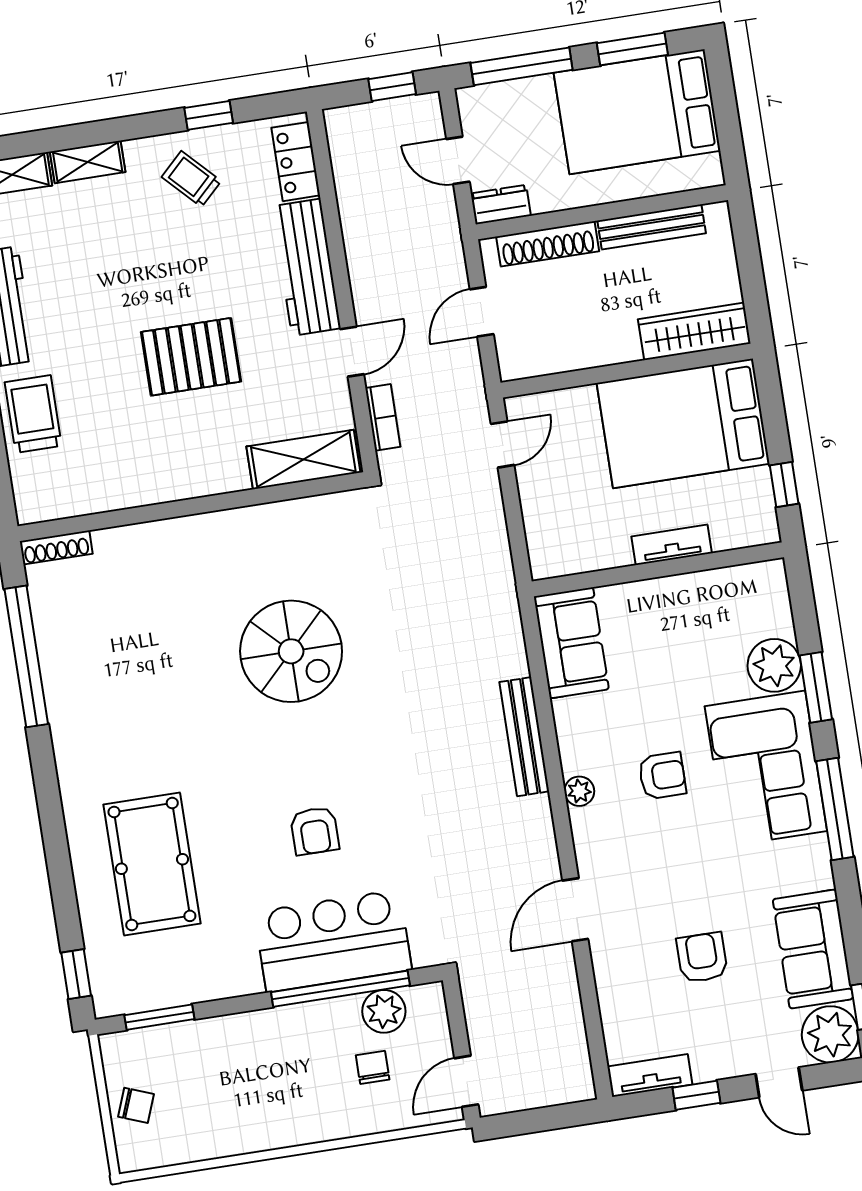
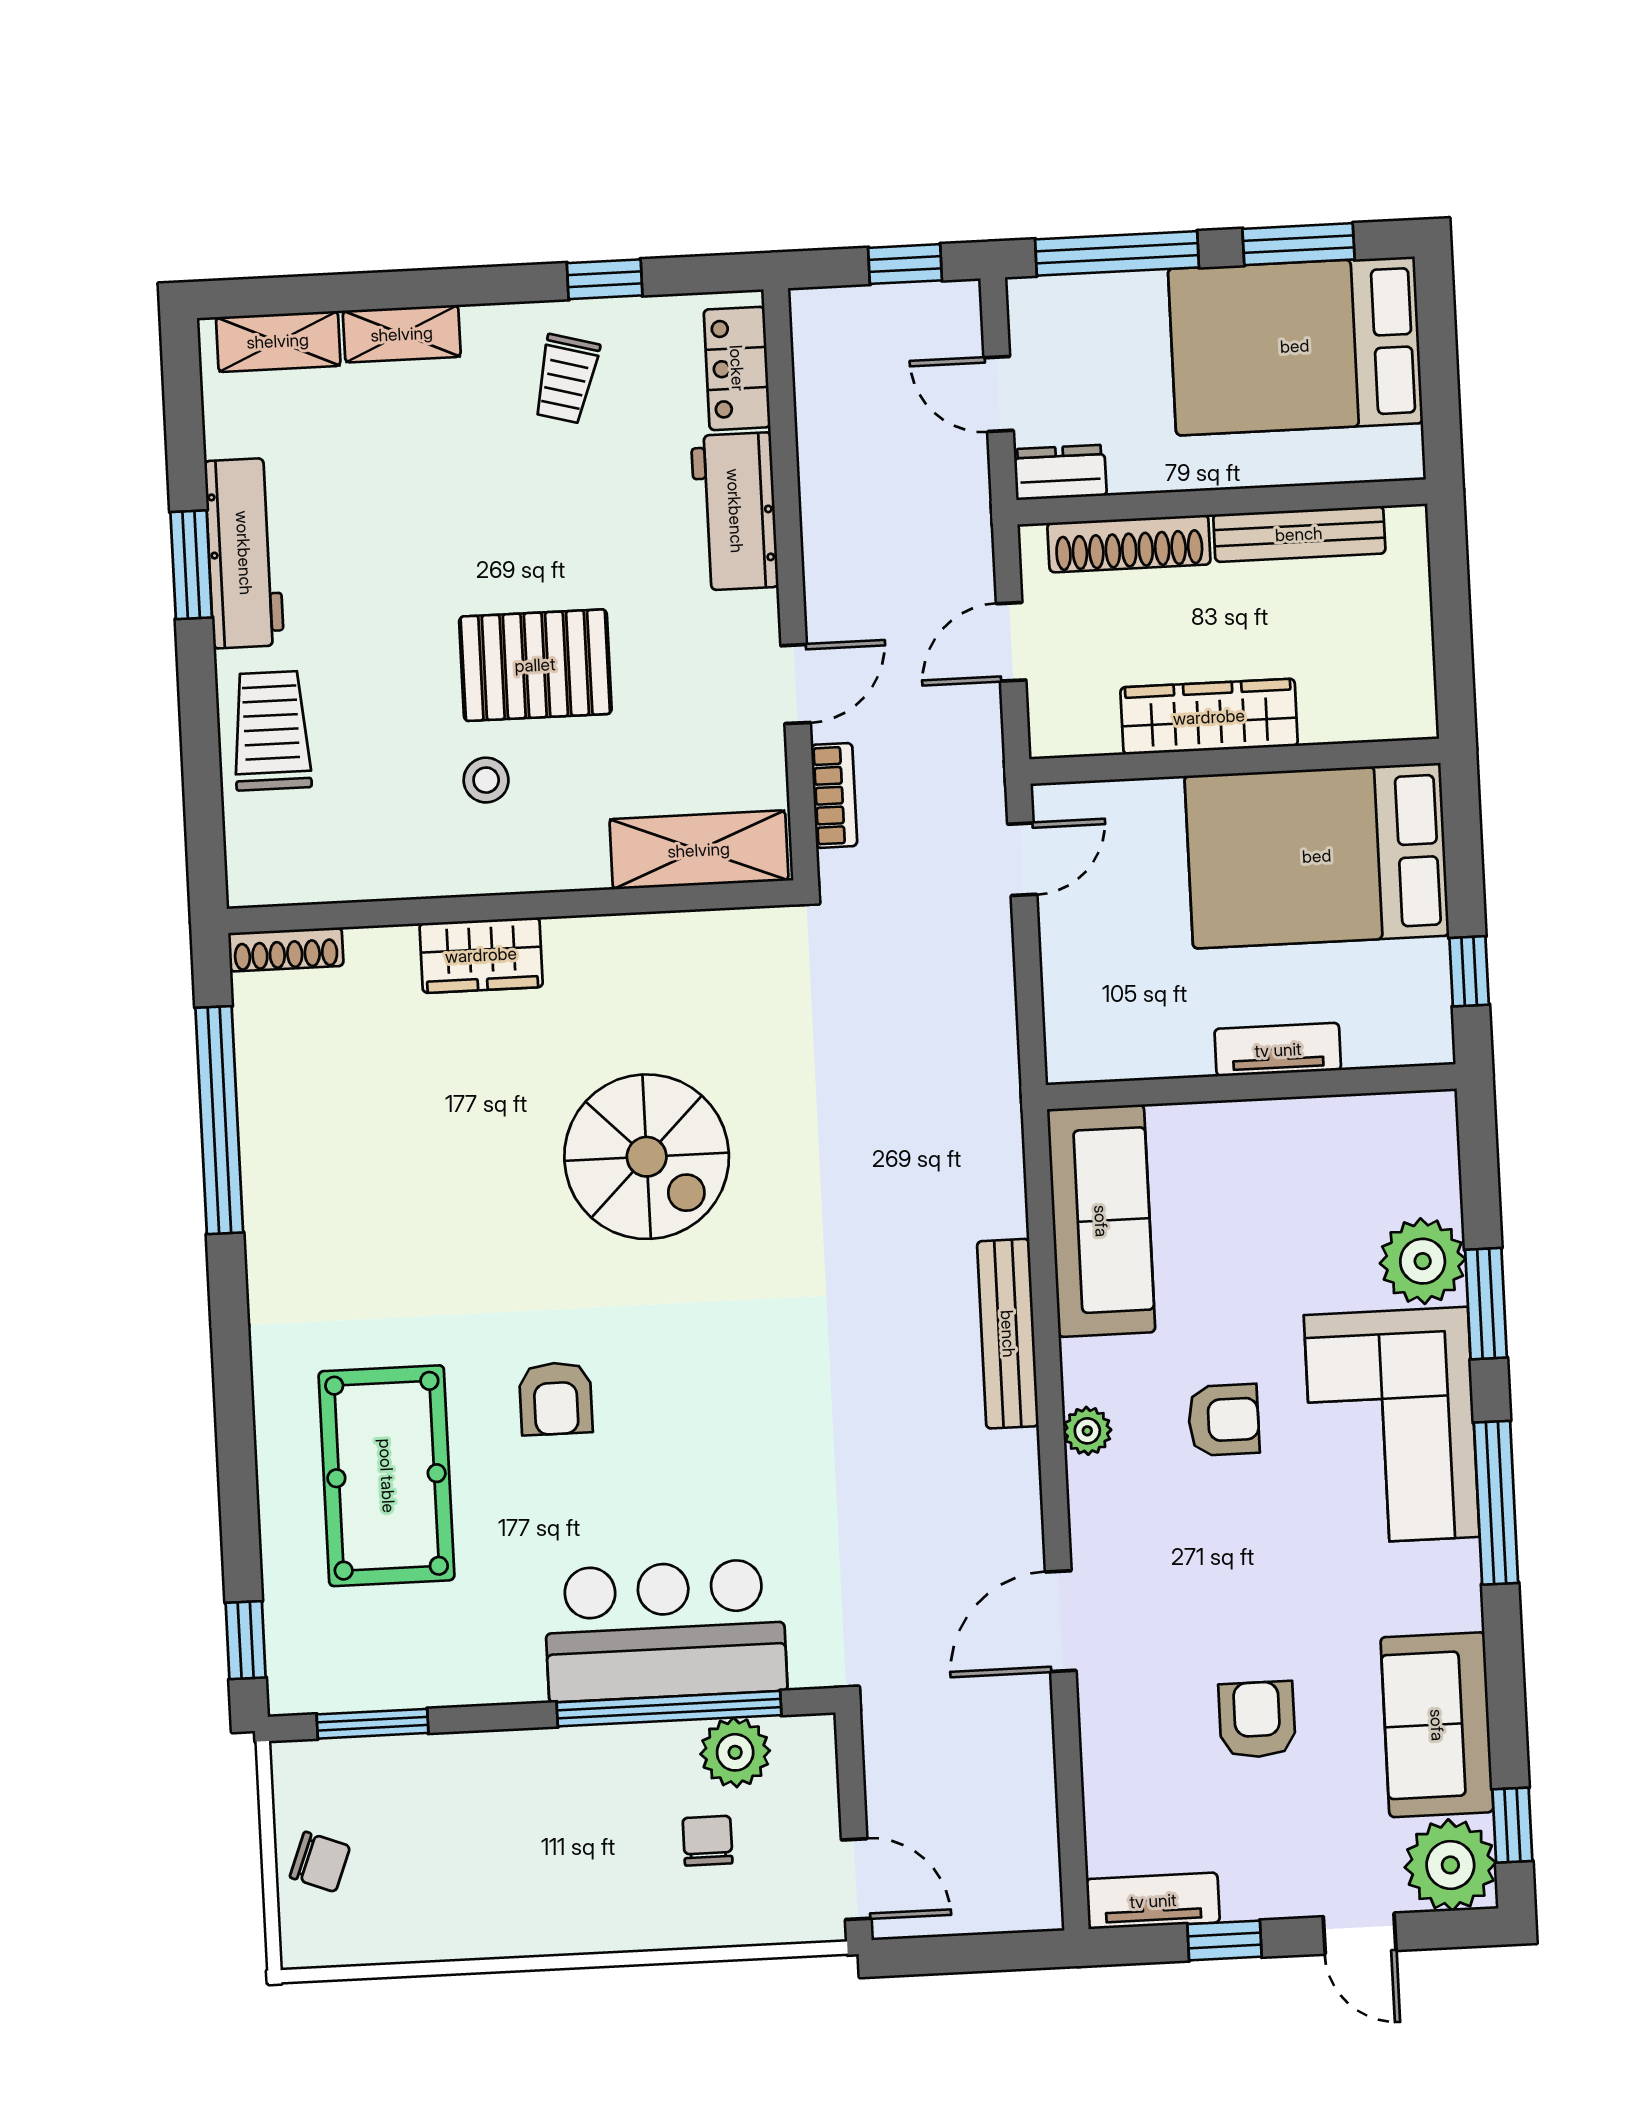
trolley: (191, 179) -> (566, 379), turned -121
workbench: (306, 267) -> (735, 511), width x0.73
wardrobe: (694, 331) -> (1209, 717), moved
stool: (168, 430) -> (486, 780), added
wardrobe: (176, 538) -> (481, 955), added
sofa: (571, 643) -> (1101, 1221), width x1.36
armchair: (315, 831) -> (556, 1399), moved
door: (466, 1081) -> (856, 1879), swing flipped

